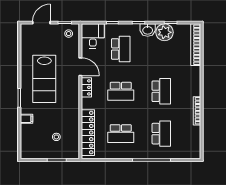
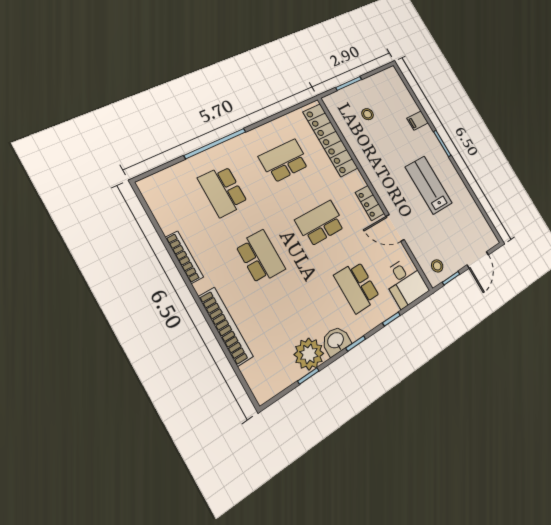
bookcase: (196, 45) -> (226, 327), moved
lab bench: (44, 79) -> (429, 185), width x0.73, depth x0.72
school desk: (161, 91) -> (260, 257), turned 180

